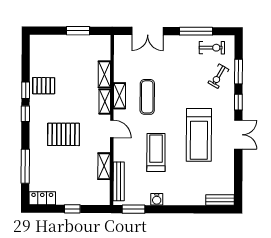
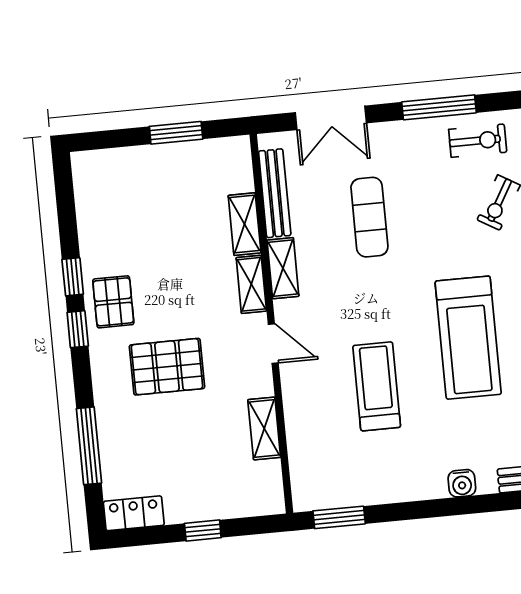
pallet: (44, 86) -> (113, 302), moved, turned 90
exercise mat: (147, 97) -> (369, 217), moved
bench: (119, 181) -> (275, 193), moved
water cooler: (157, 199) -> (462, 483), moved

